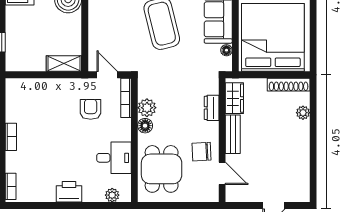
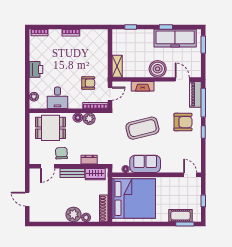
fireplace: (96, 23) -> (143, 86), added
plant: (298, 133) -> (73, 214), added

